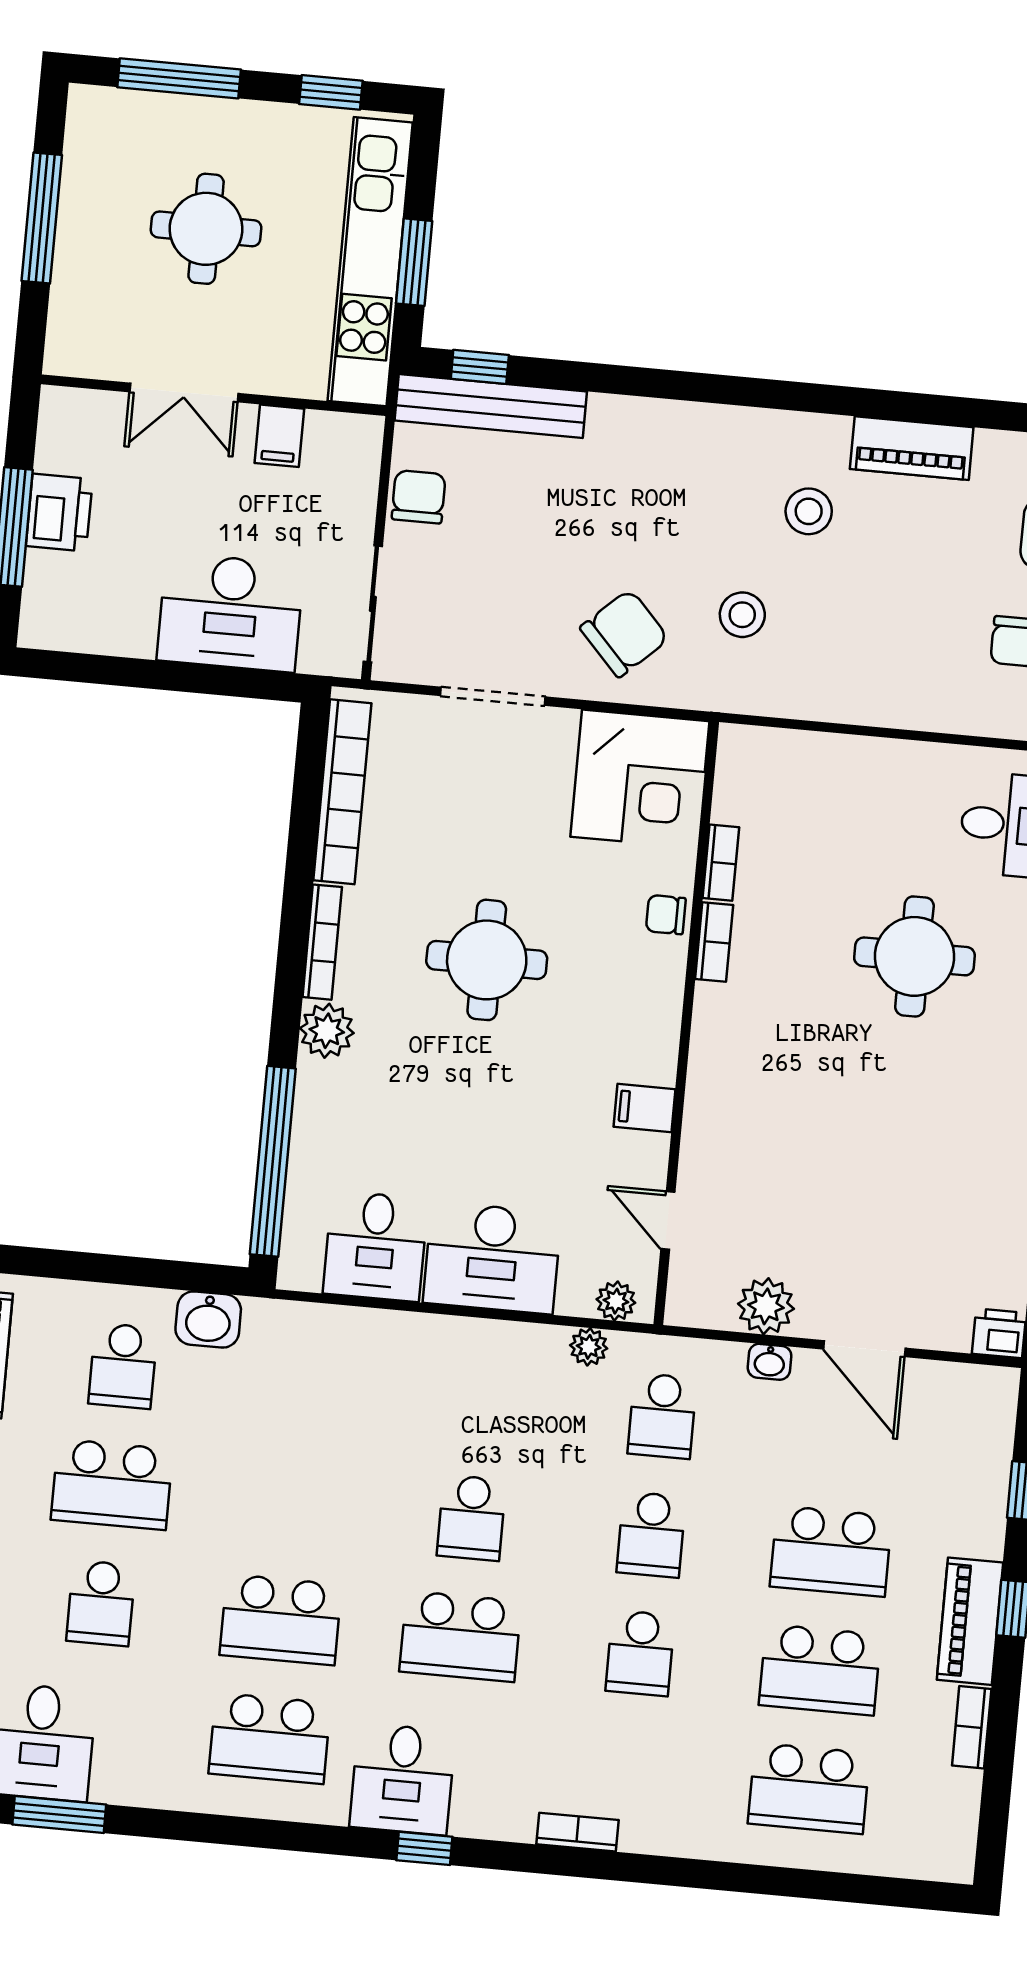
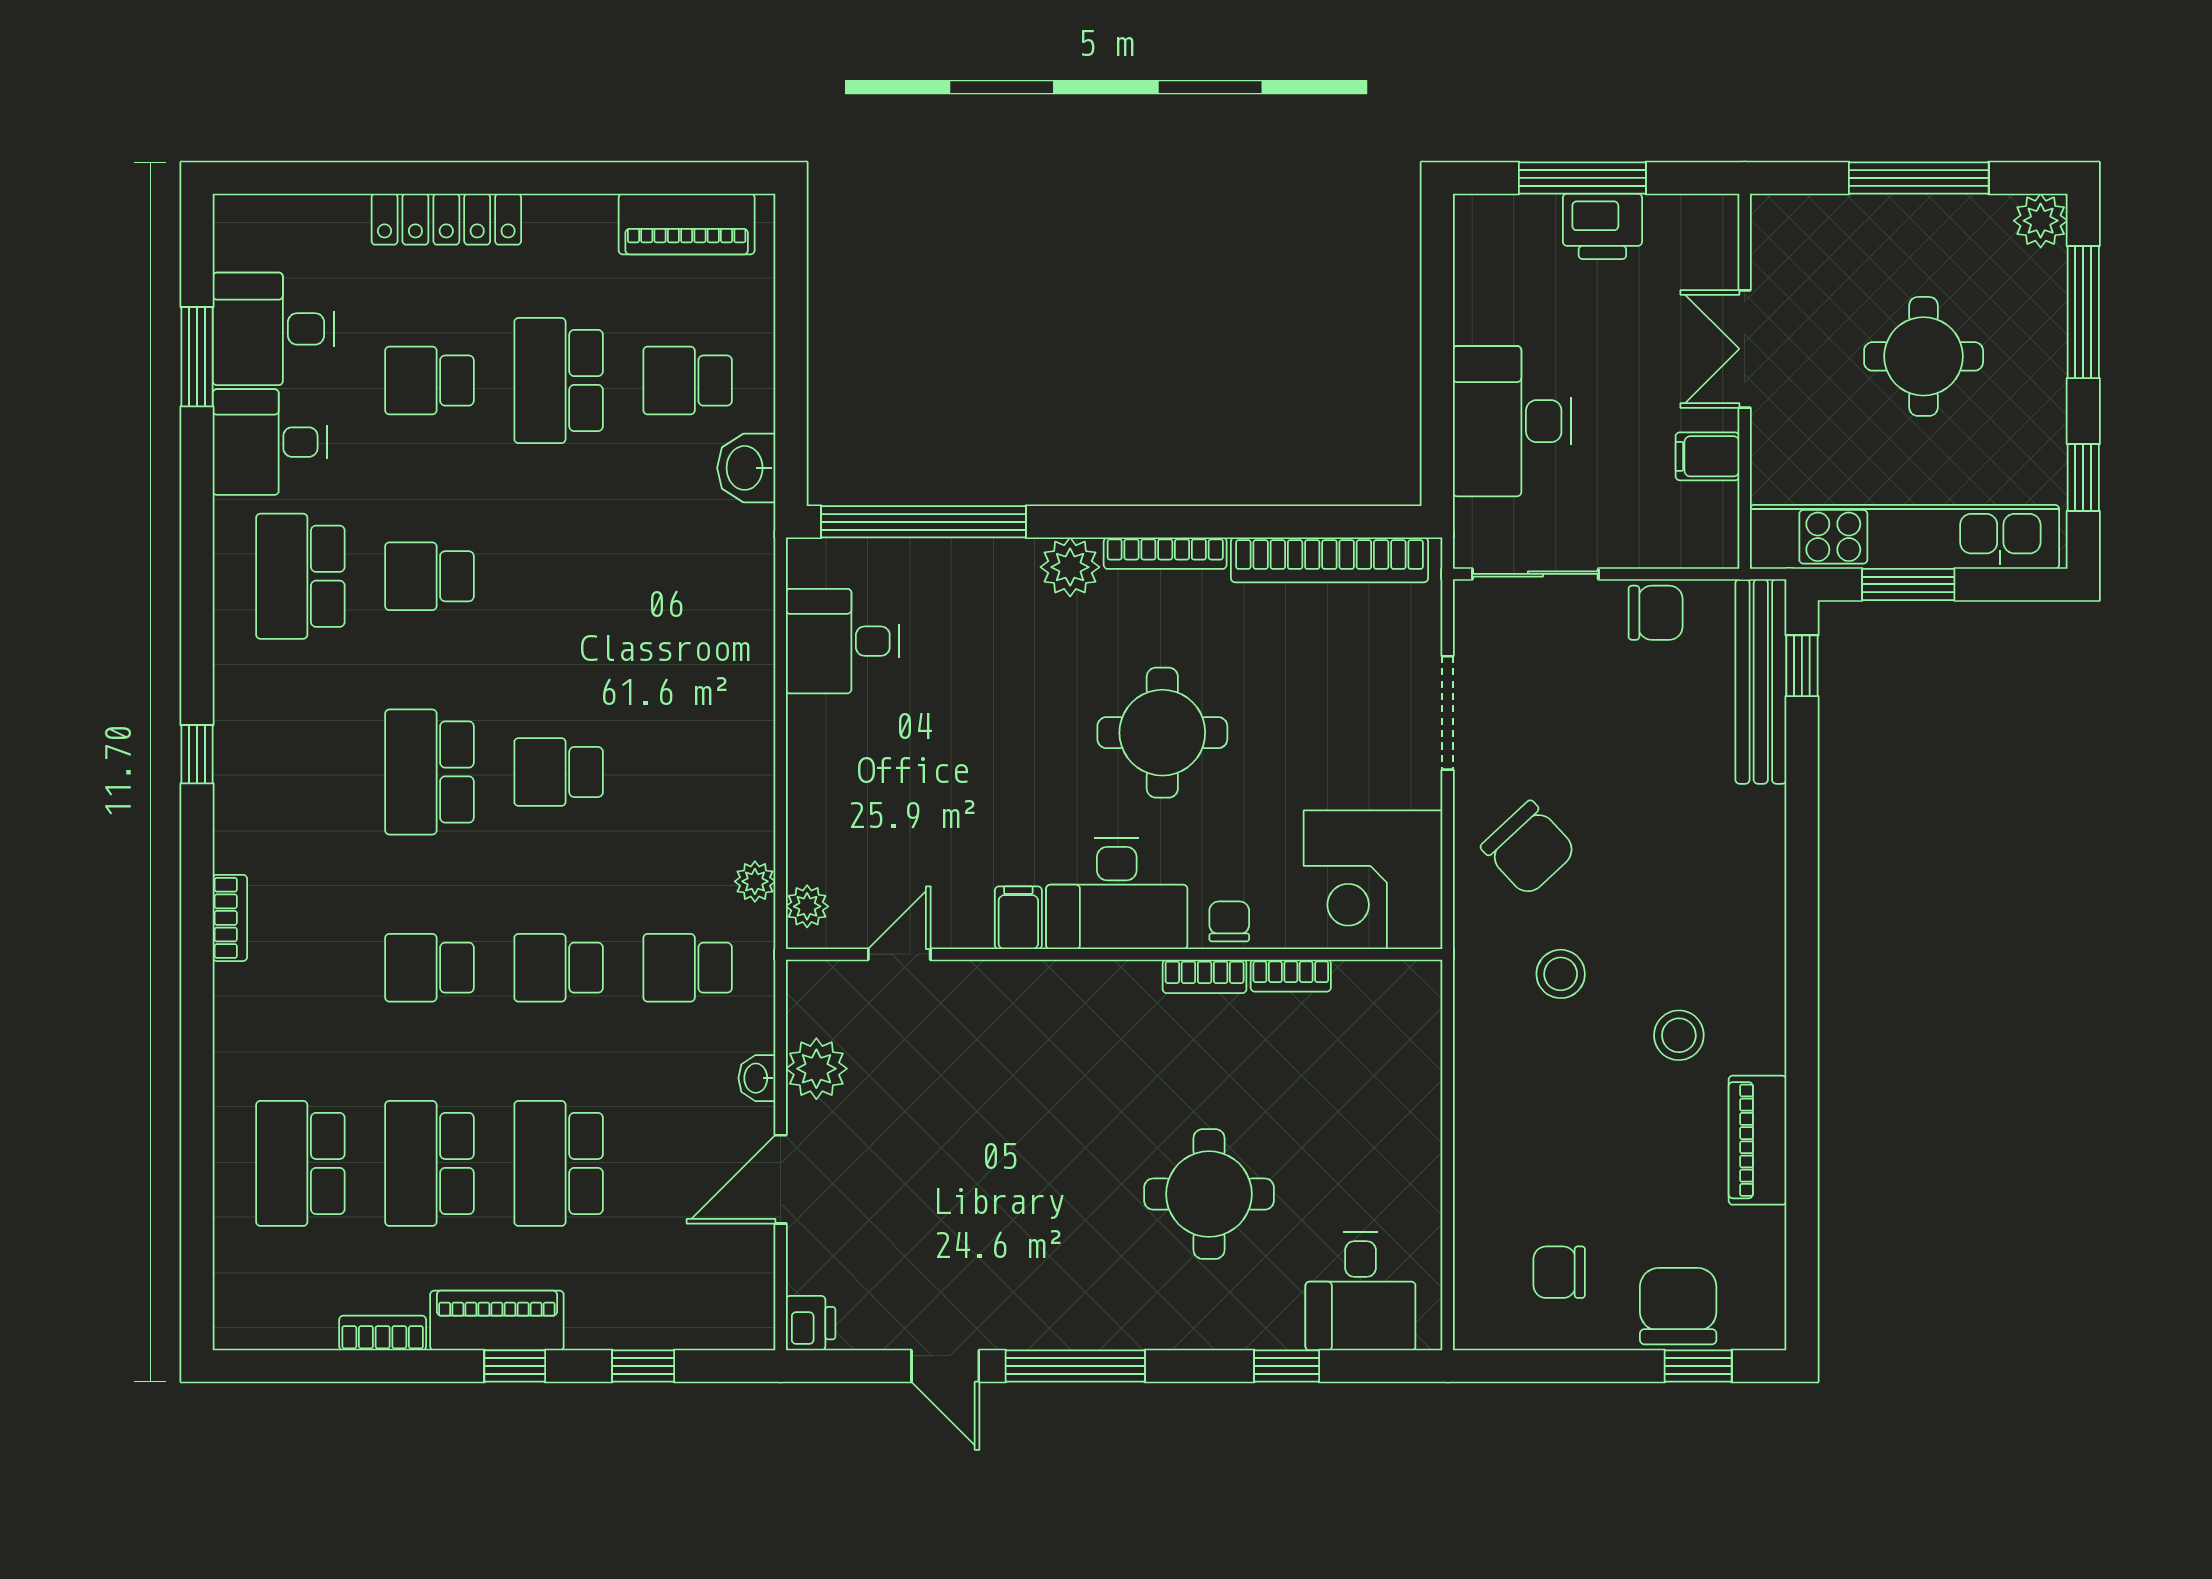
plant: (91, 110) -> (2041, 221), added
desk: (492, 1258) -> (1117, 894), moved, turned -90
school desk: (281, 1620) -> (429, 576), width x0.54
desk: (402, 1779) -> (270, 442), moved

